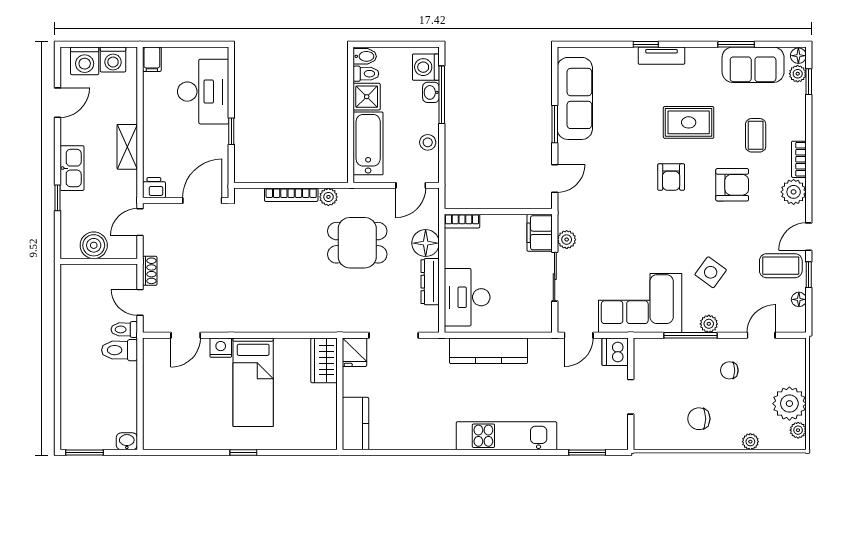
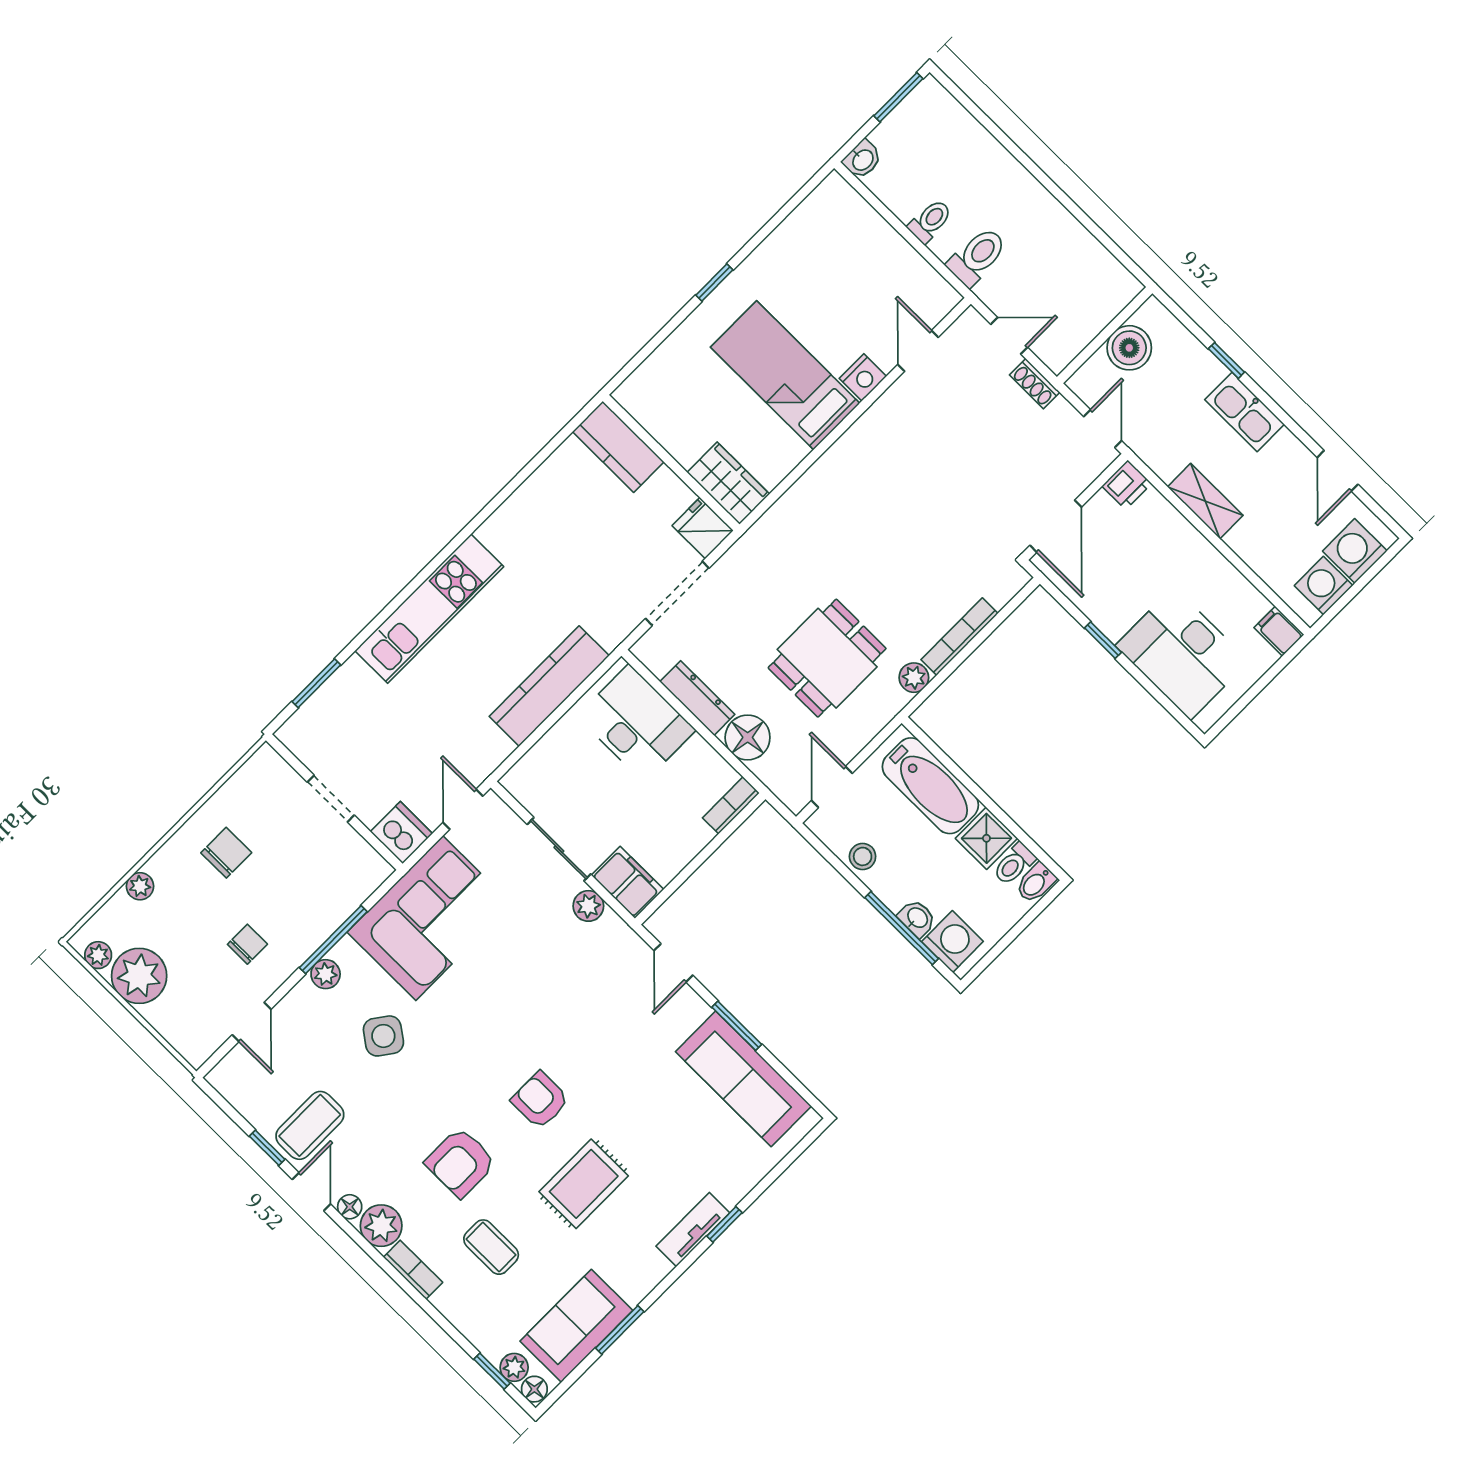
floor lamp: (799, 299) -> (350, 1207), moved
toilet: (124, 329) -> (930, 221), moved

